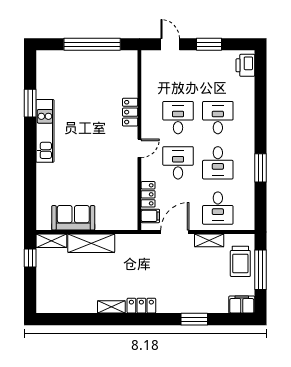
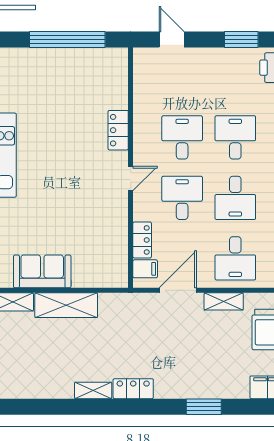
window: (209, 44) -> (241, 39), moved

